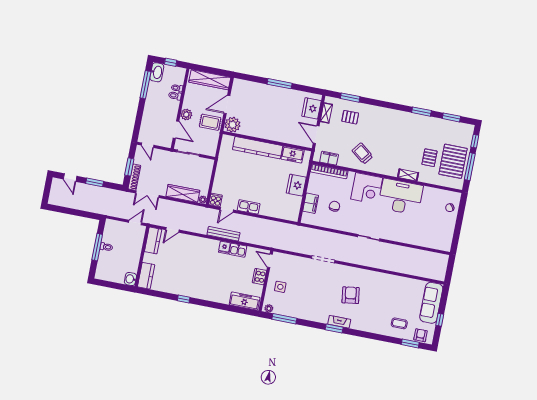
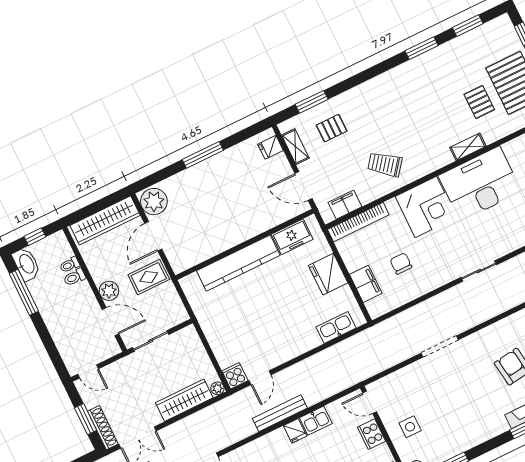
fridge: (311, 108) -> (270, 147), width x0.53, depth x0.75
plant: (233, 125) -> (154, 202), moved
kitchen sink: (249, 207) -> (336, 327), moved

